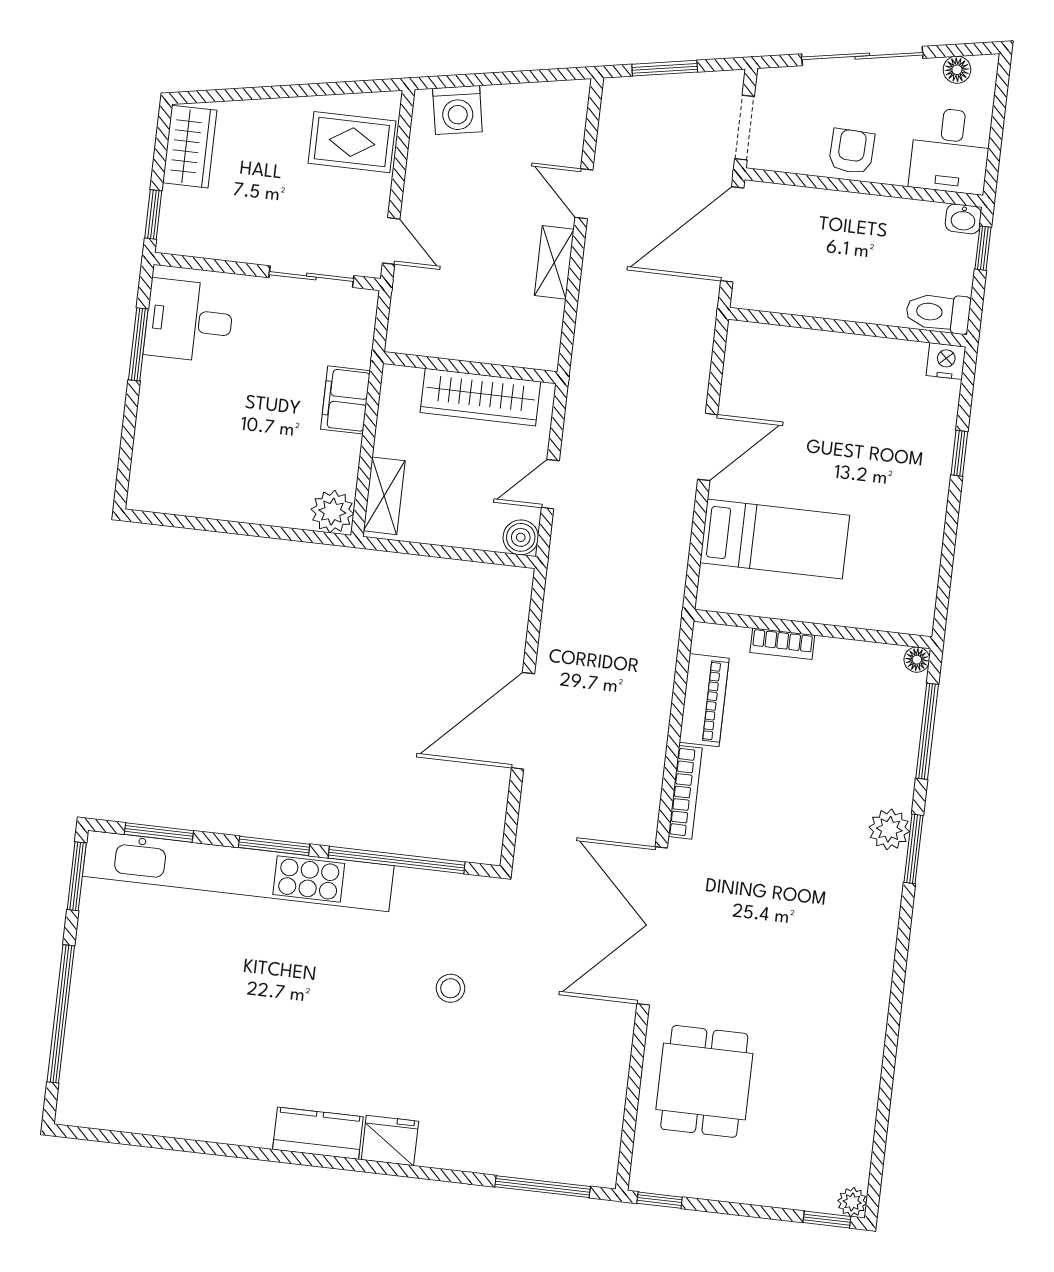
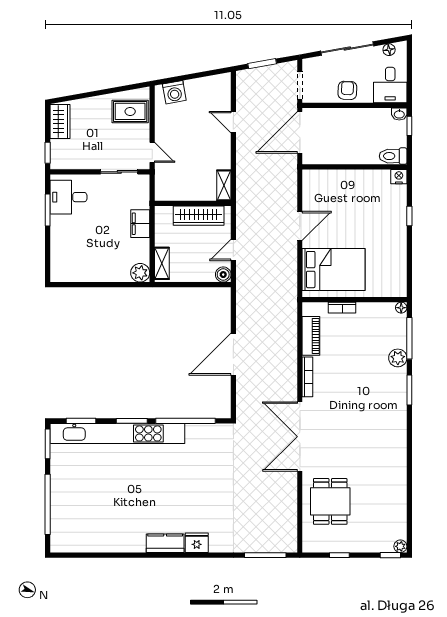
shelving: (554, 262) -> (224, 185), moved
bed: (775, 539) -> (334, 270), width x1.50
plant: (889, 829) -> (398, 358), moved
stool: (451, 988) -> (215, 474), removed
window: (660, 1200) -> (339, 555), moved

